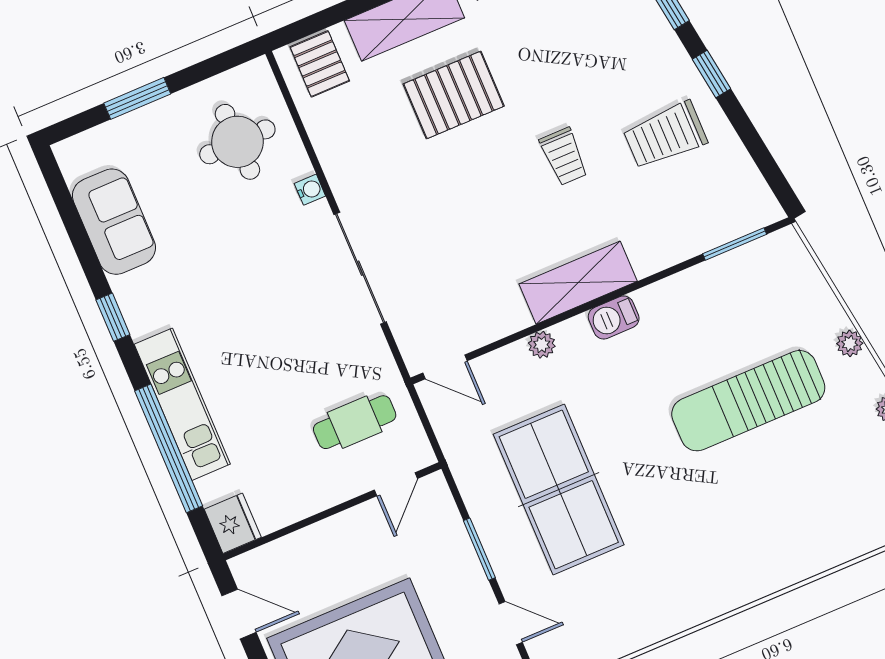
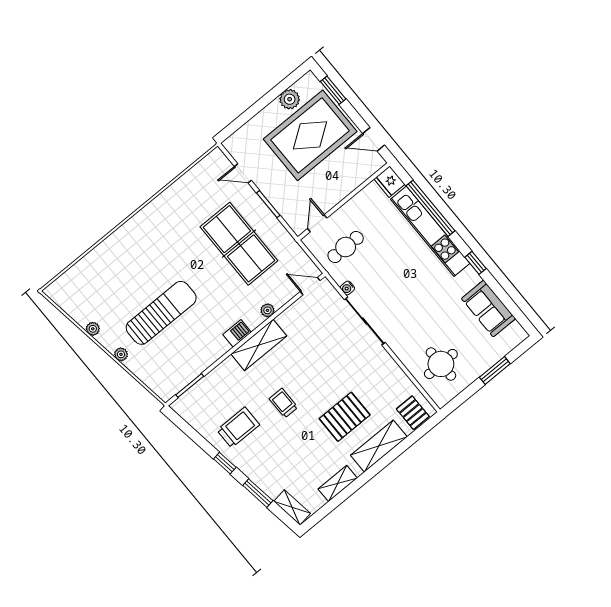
water cooler: (310, 190) -> (347, 288), moved
kitchen unit: (182, 404) -> (430, 231), width x1.36

